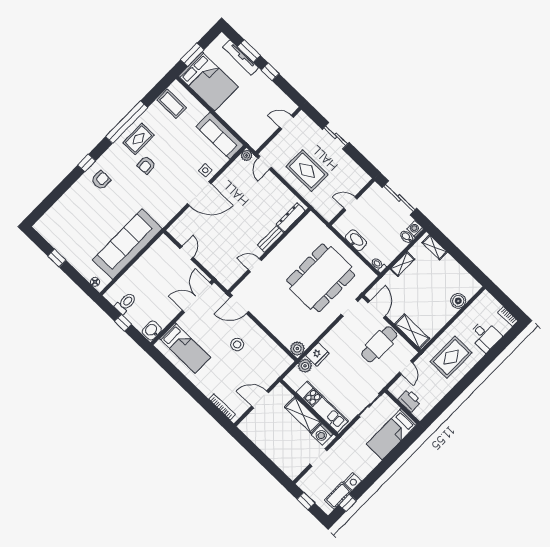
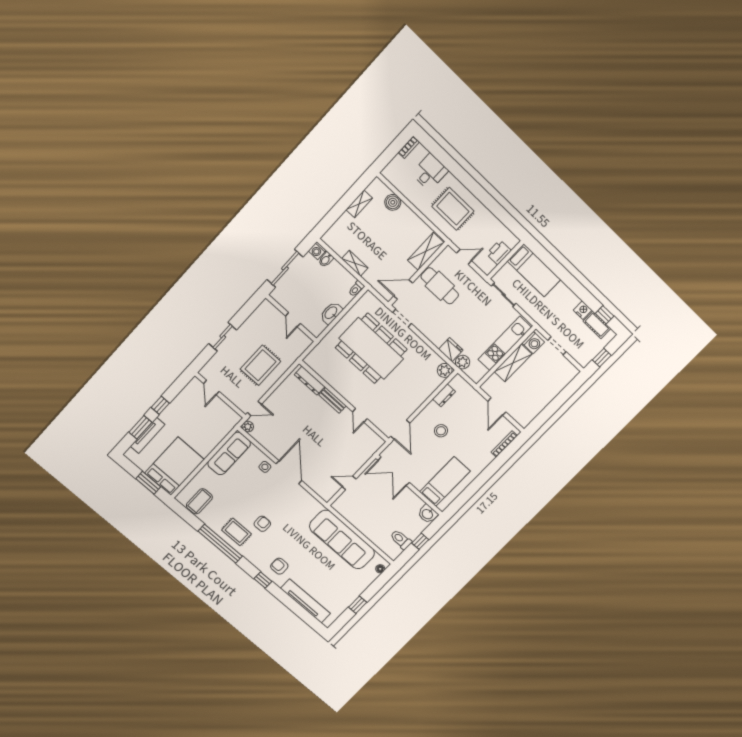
armchair: (146, 165) -> (262, 524), turned -86
tv unit: (63, 205) -> (305, 601), added
shelving: (435, 247) -> (359, 204), moved
dresser: (273, 348) -> (444, 395), added

